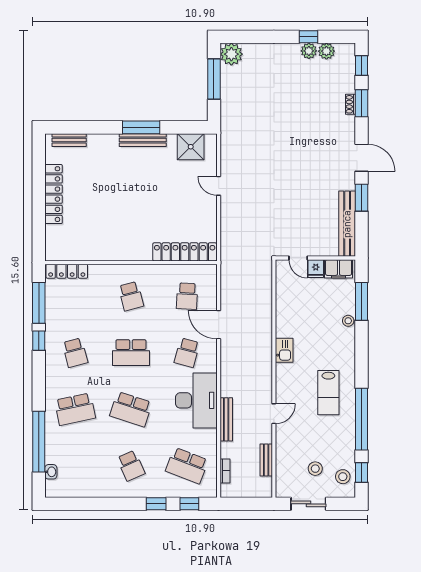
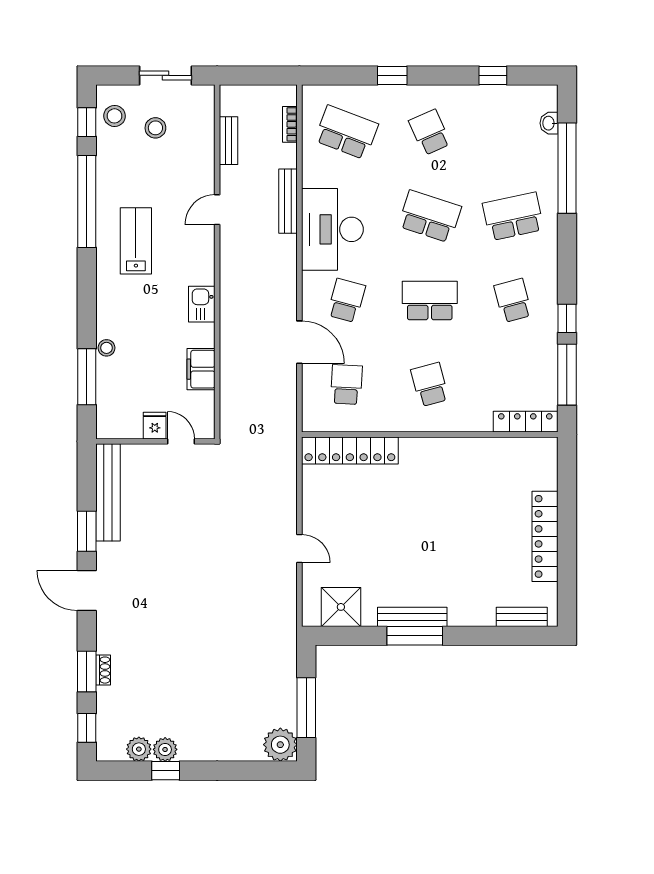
filing cabinet: (339, 269) -> (201, 369), moved, turned -90
window: (189, 504) -> (493, 75), moved

